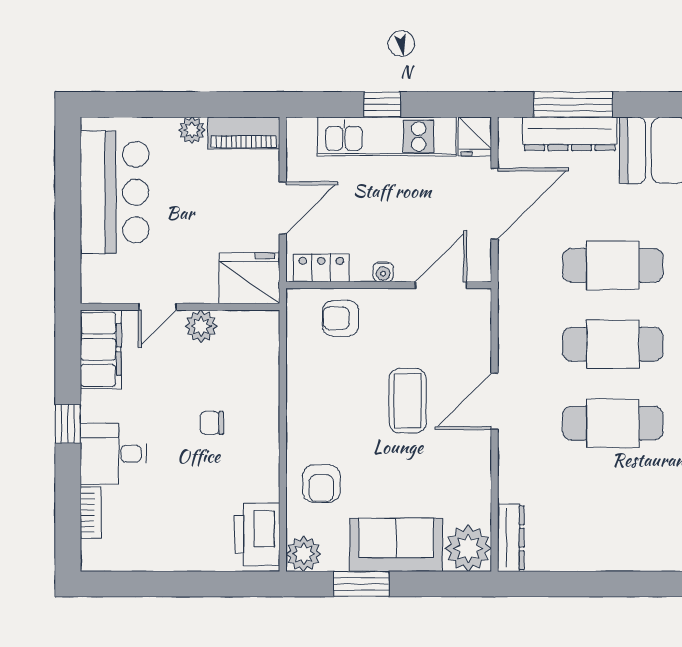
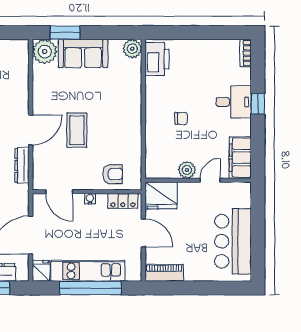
window: (382, 104) -> (90, 288), width x3.17
plant: (192, 130) -> (192, 274), removed
door: (283, 208) -> (143, 233), swing flipped
door: (441, 285) -> (59, 192), hinge flipped
window: (68, 424) -> (258, 104), moved
armchair: (321, 484) -> (123, 86), removed
bookcase: (91, 513) -> (246, 53), moved
dresser: (511, 538) -> (22, 165), moved
window: (361, 584) -> (65, 33), moved

